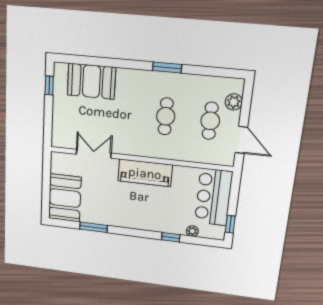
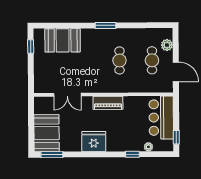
window: (167, 68) -> (106, 25), moved
double door: (94, 154) -> (67, 95), swing flipped
piano: (145, 173) -> (108, 103), width x0.73, depth x0.75
fridge: (123, 216) -> (94, 141), added
window: (93, 227) -> (52, 155), moved

